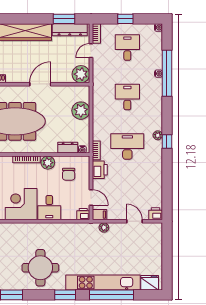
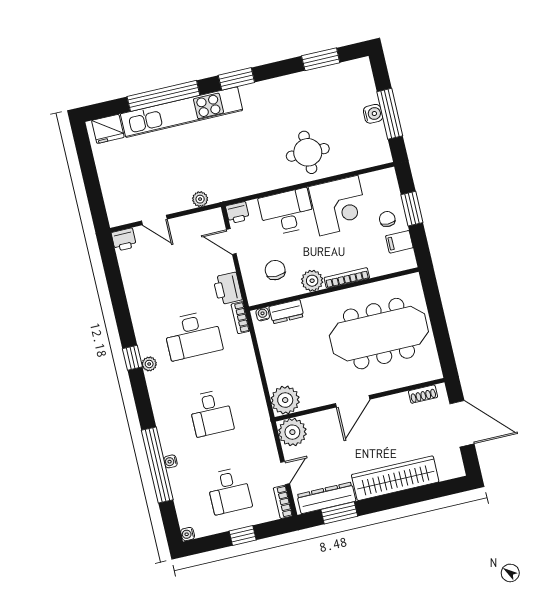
plant: (81, 111) -> (285, 400), moved
desk: (49, 208) -> (287, 212), width x1.37
filing cabinet: (99, 215) -> (212, 218), removed
round table: (40, 268) -> (308, 152), moved, width x0.73, depth x0.73

